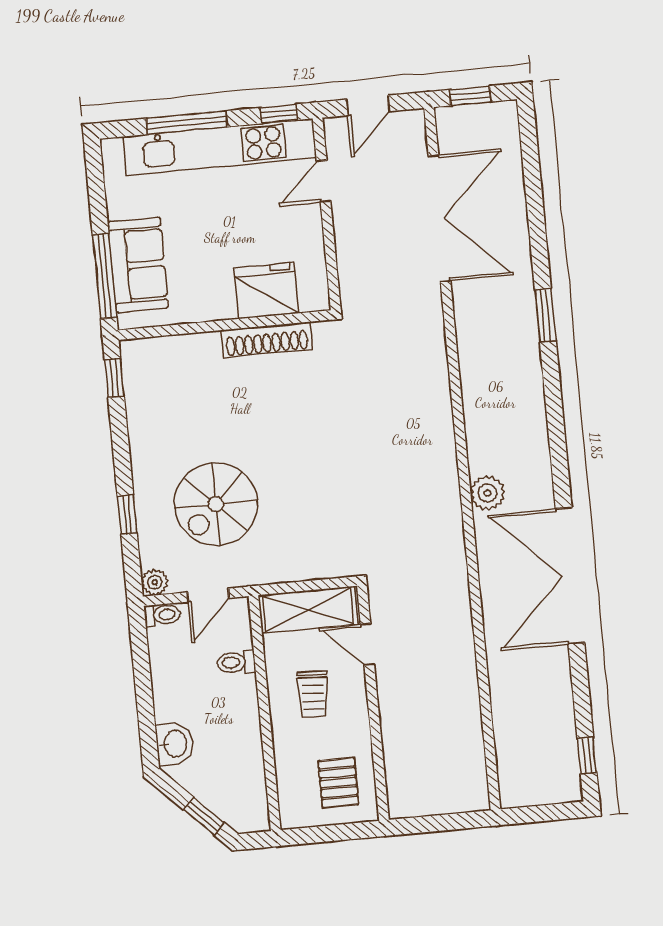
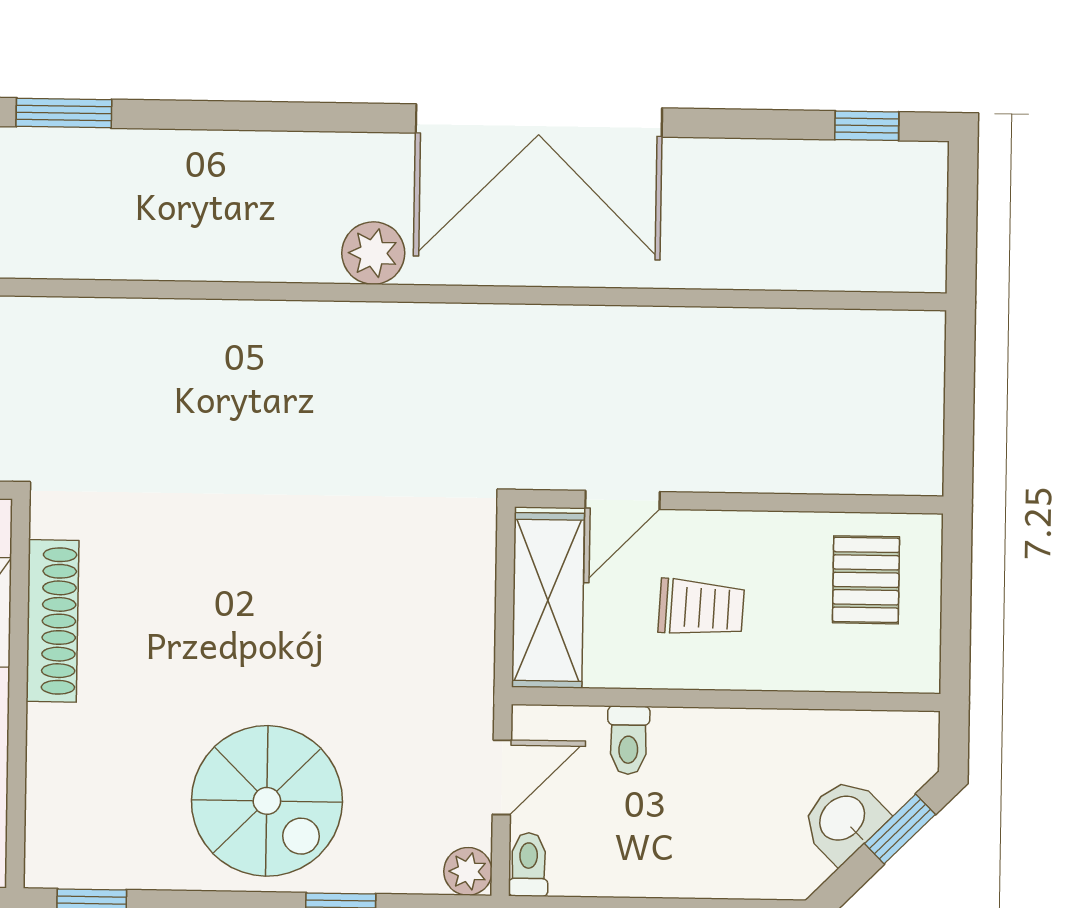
spiral stairs: (216, 504) -> (267, 801), moved
door: (208, 595) -> (502, 777), hinge flipped
washbasin: (174, 744) -> (843, 820), moved, turned -45
pallet: (338, 783) -> (866, 580), turned 90

